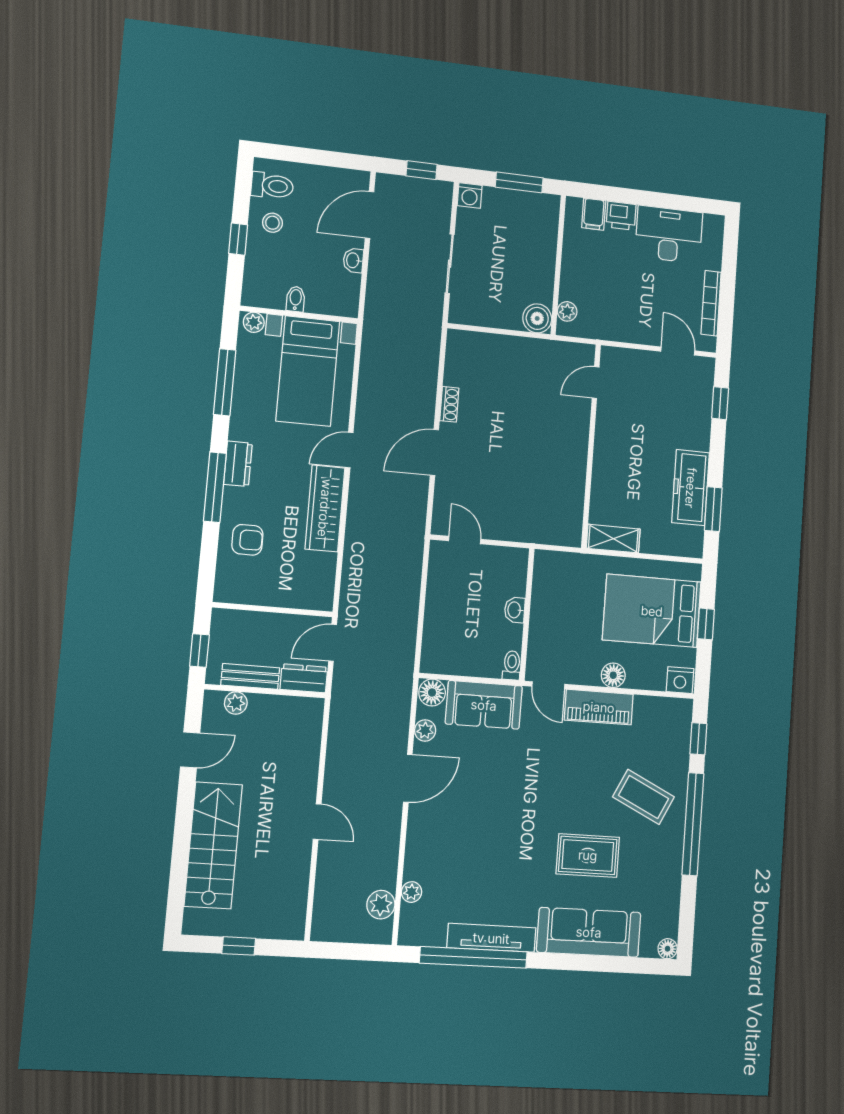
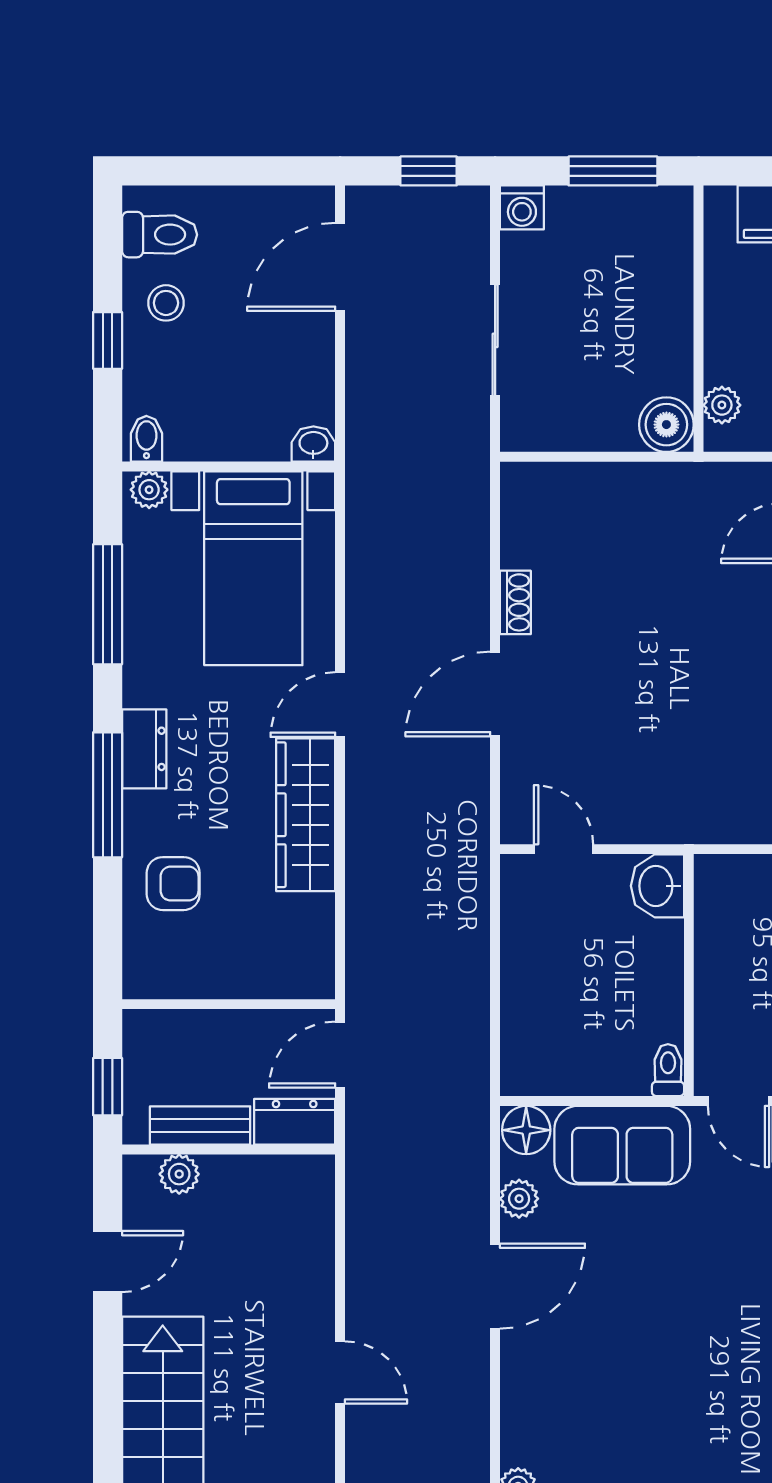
washbasin: (353, 260) -> (313, 444), moved, turned 90
bidet: (296, 299) -> (146, 439), moved
washbasin: (515, 610) -> (657, 886), moved, width x1.38, depth x1.45

